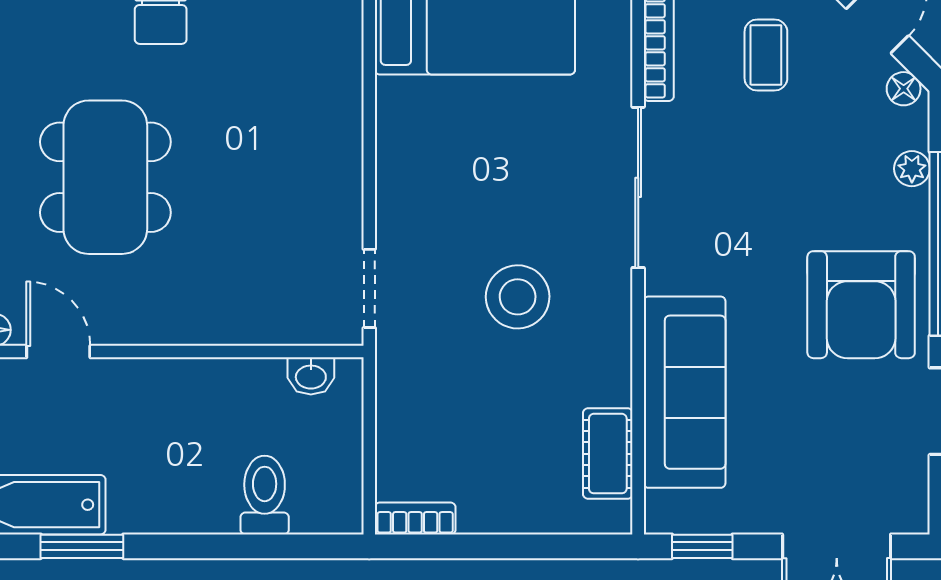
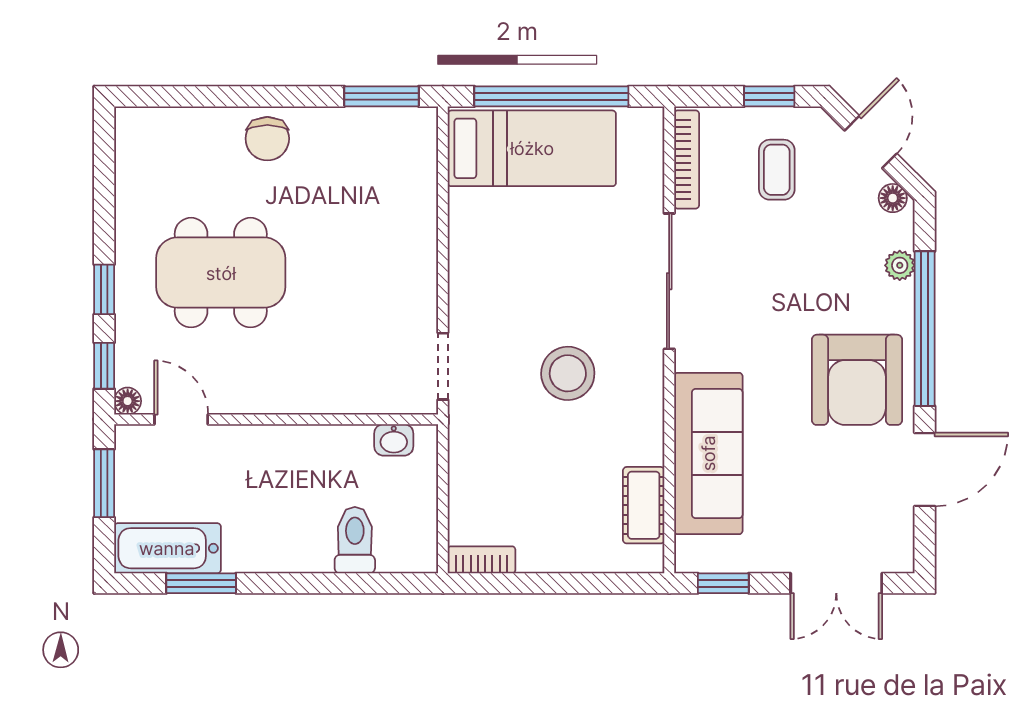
dining table: (105, 177) -> (221, 273), turned 90

